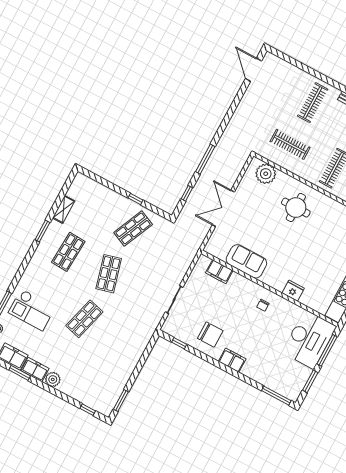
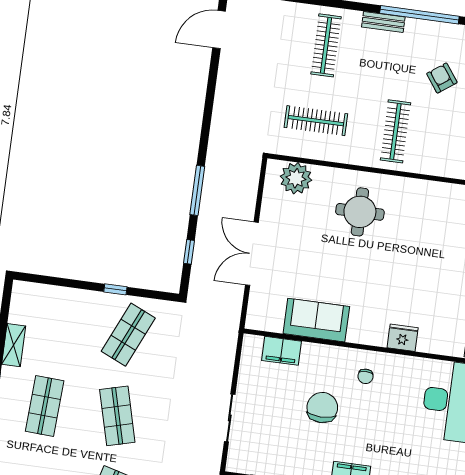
door: (253, 70) -> (219, 30), hinge flipped
chair: (210, 335) -> (322, 408), moved, turned -90

